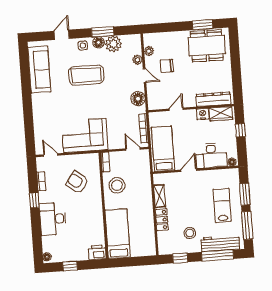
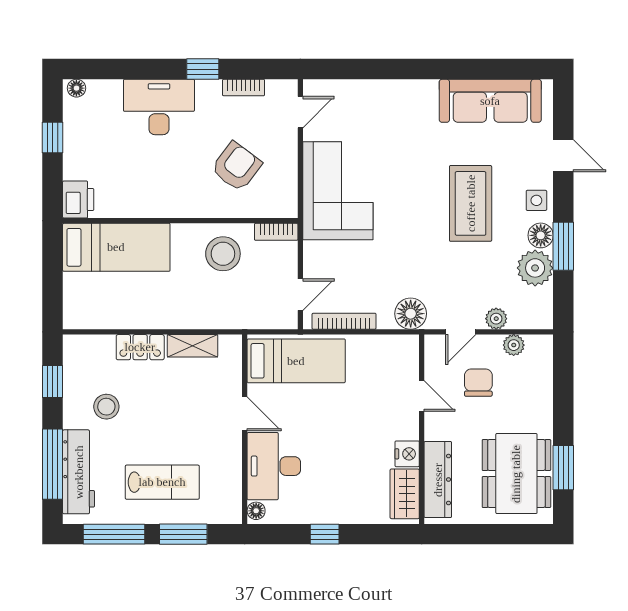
dresser: (213, 99) -> (438, 480), moved
wall: (191, 108) -> (422, 429), moved
door: (176, 109) -> (422, 396), moved
nightstand: (203, 114) -> (407, 454), moved
wardrobe: (221, 114) -> (405, 494), moved

